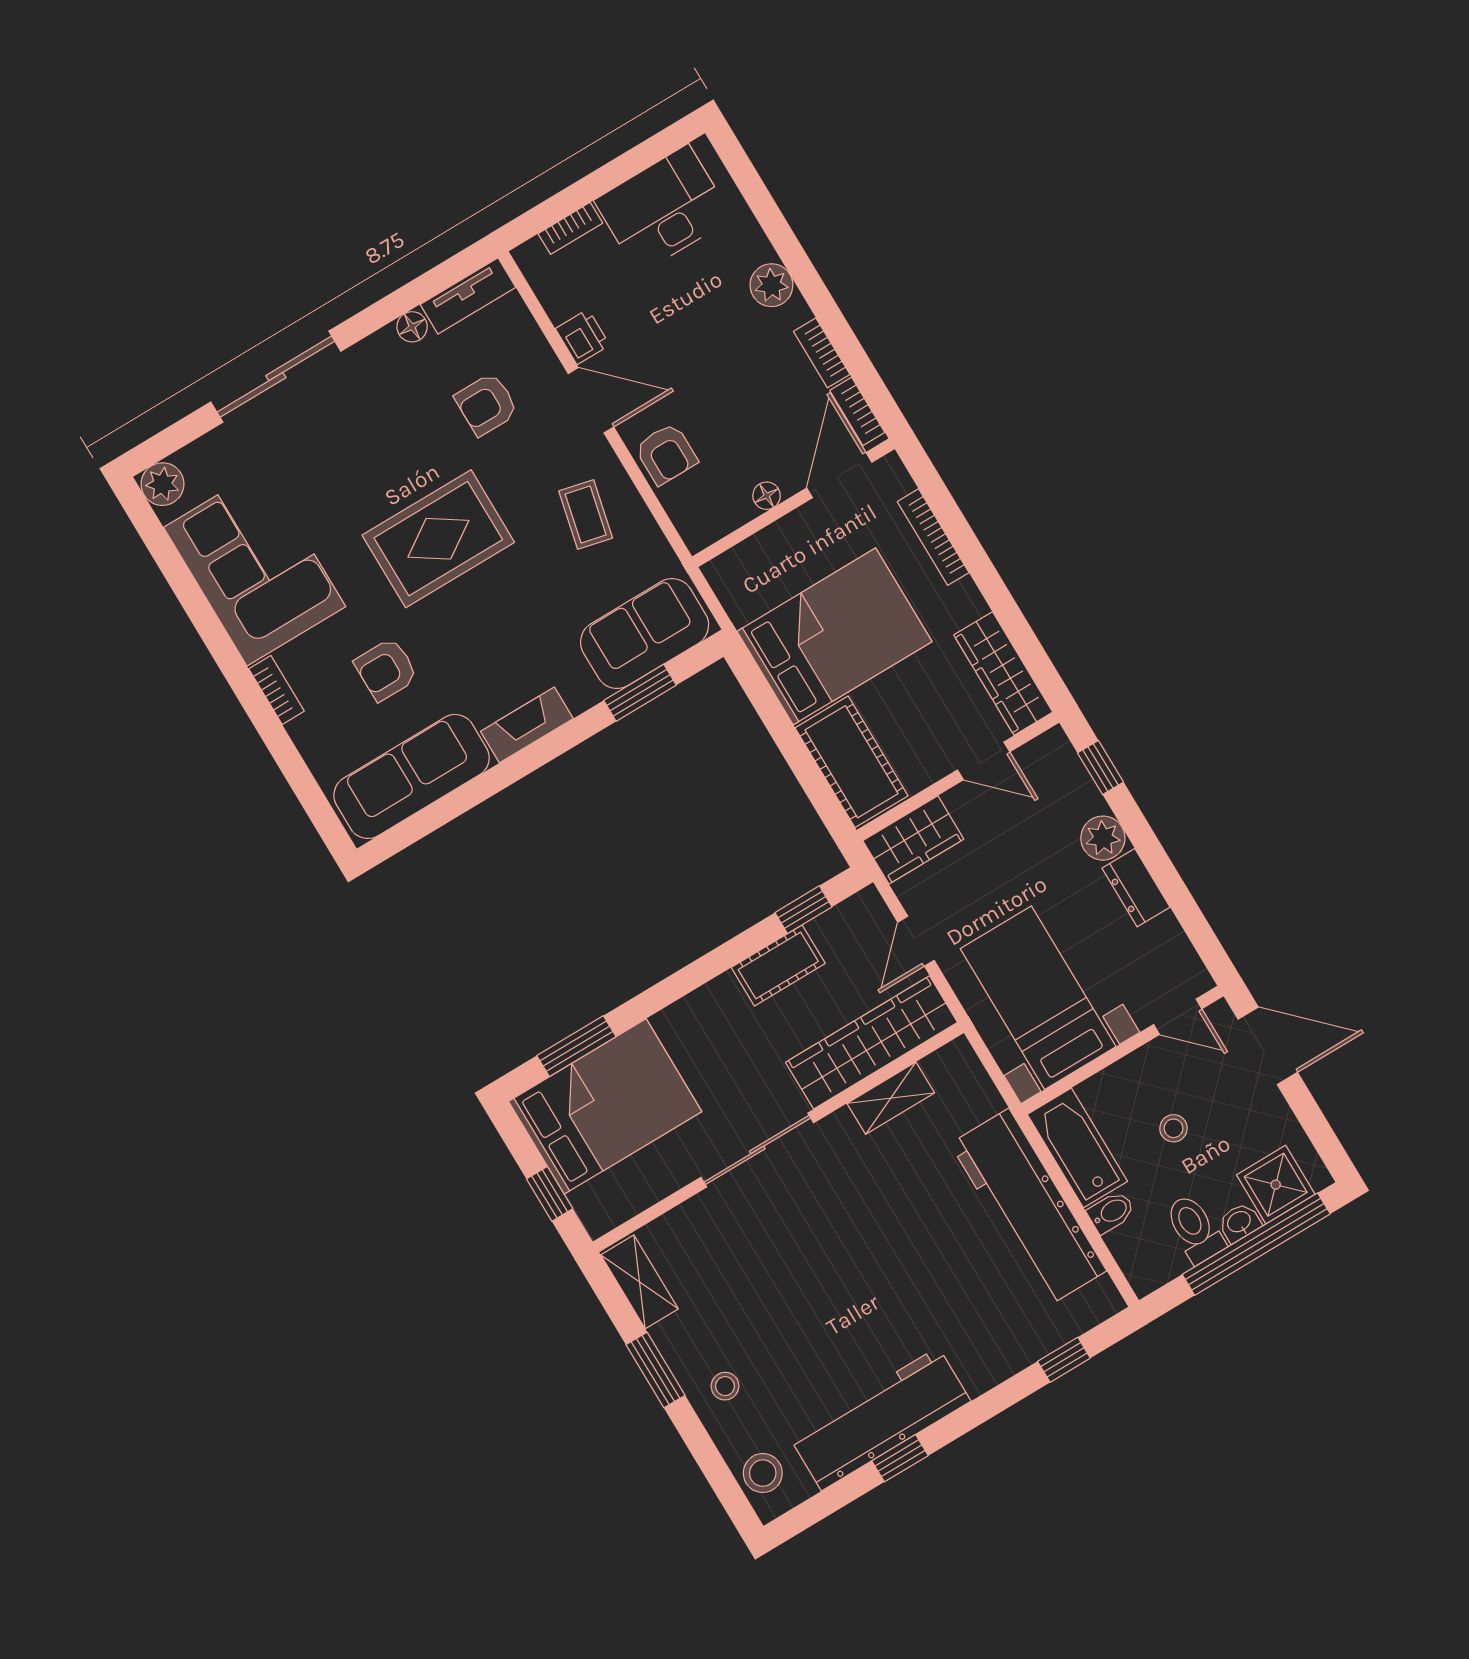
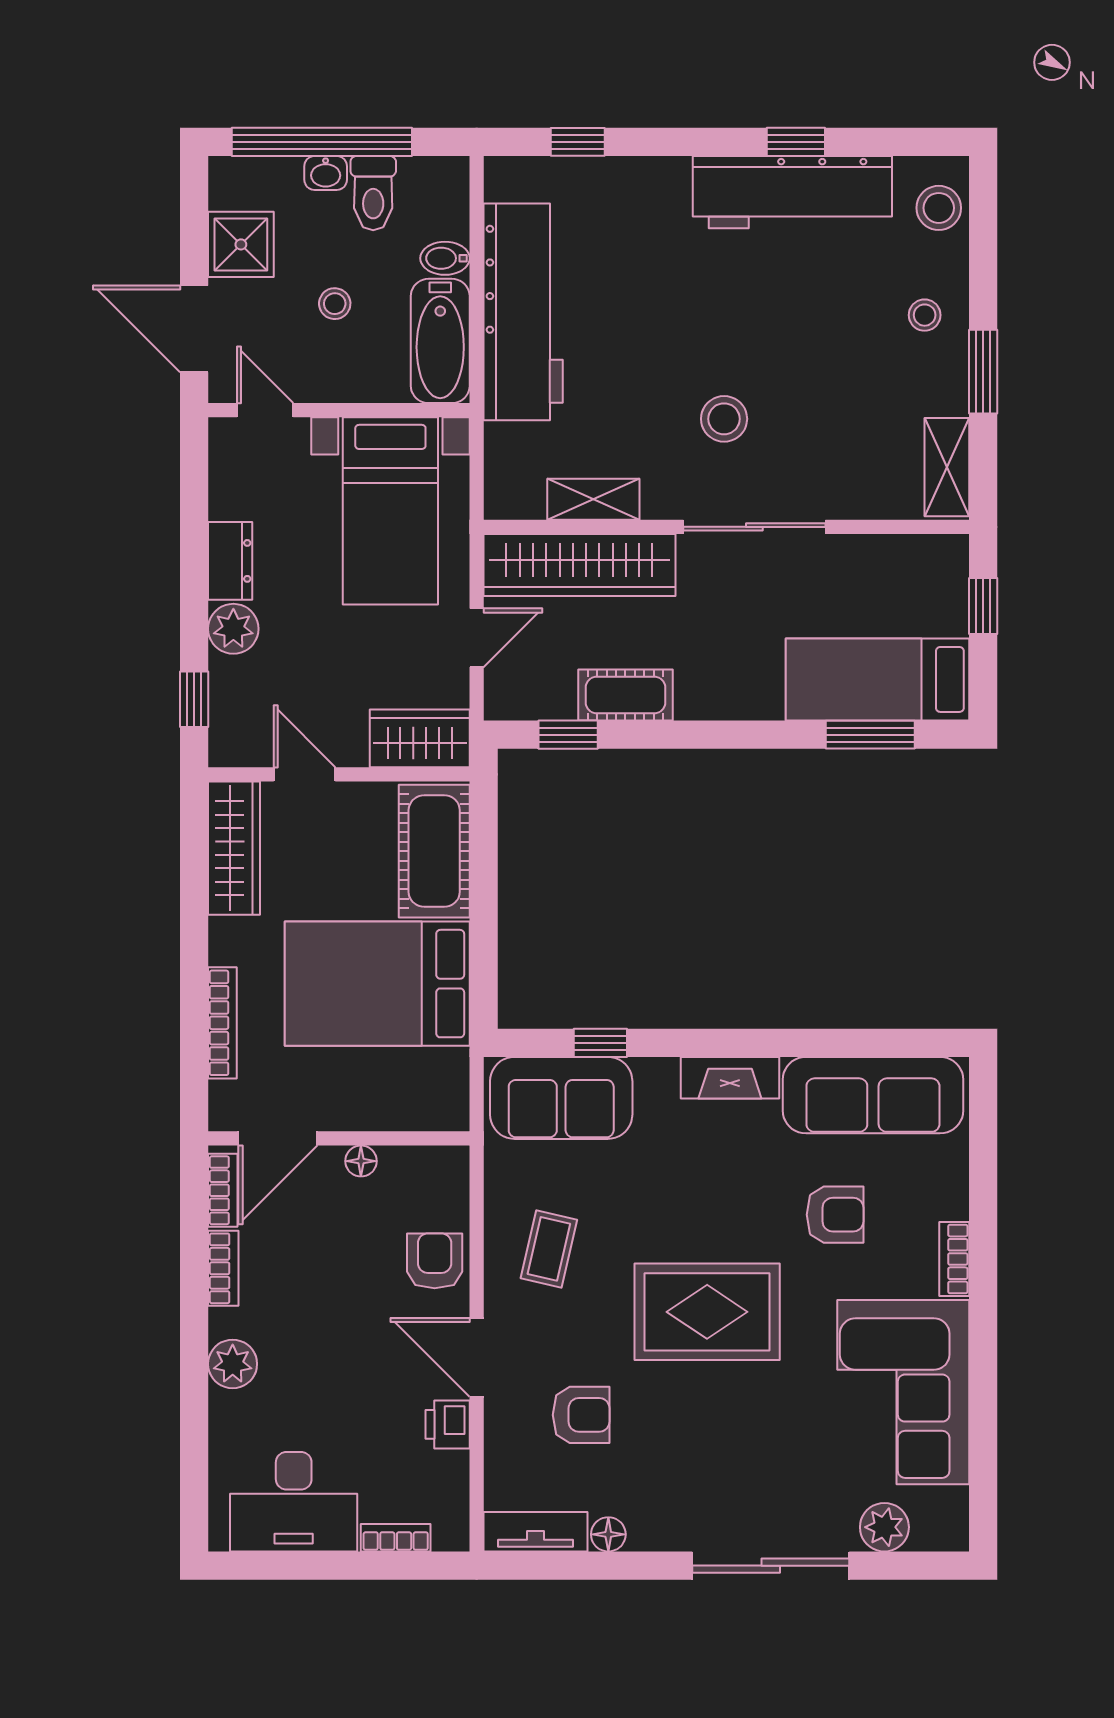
plant: (162, 484) -> (884, 1527), moved
window: (640, 693) -> (600, 1043), width x0.67
bed: (605, 1106) -> (877, 679), width x0.67
shower: (1276, 1185) -> (241, 244), moved
stool: (829, 1218) -> (724, 419), added

